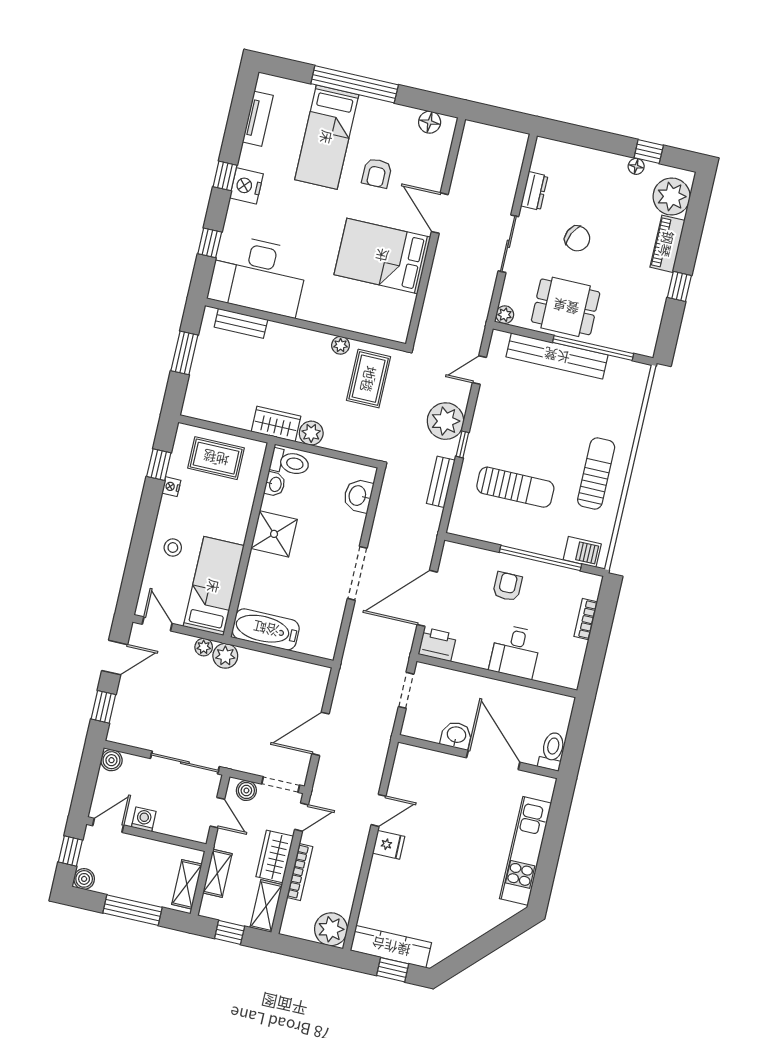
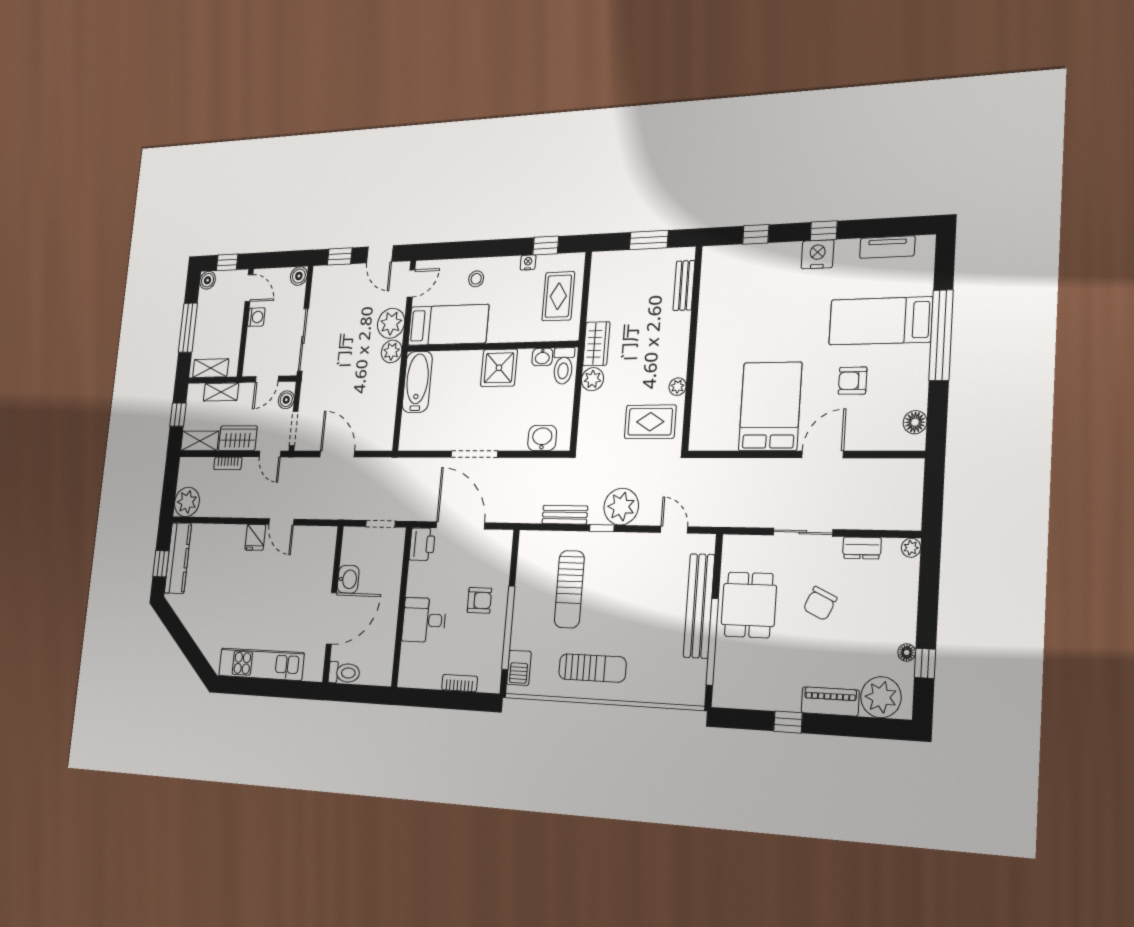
desk: (258, 275) -> (732, 290), removed
plant: (505, 315) -> (911, 548), moved
plant: (204, 647) -> (391, 323), width x1.88, depth x1.88
bookcase: (300, 872) -> (228, 463), width x0.64

